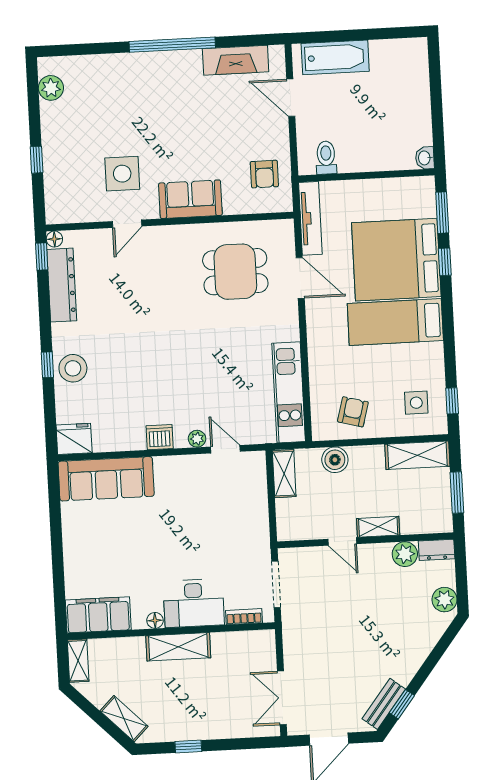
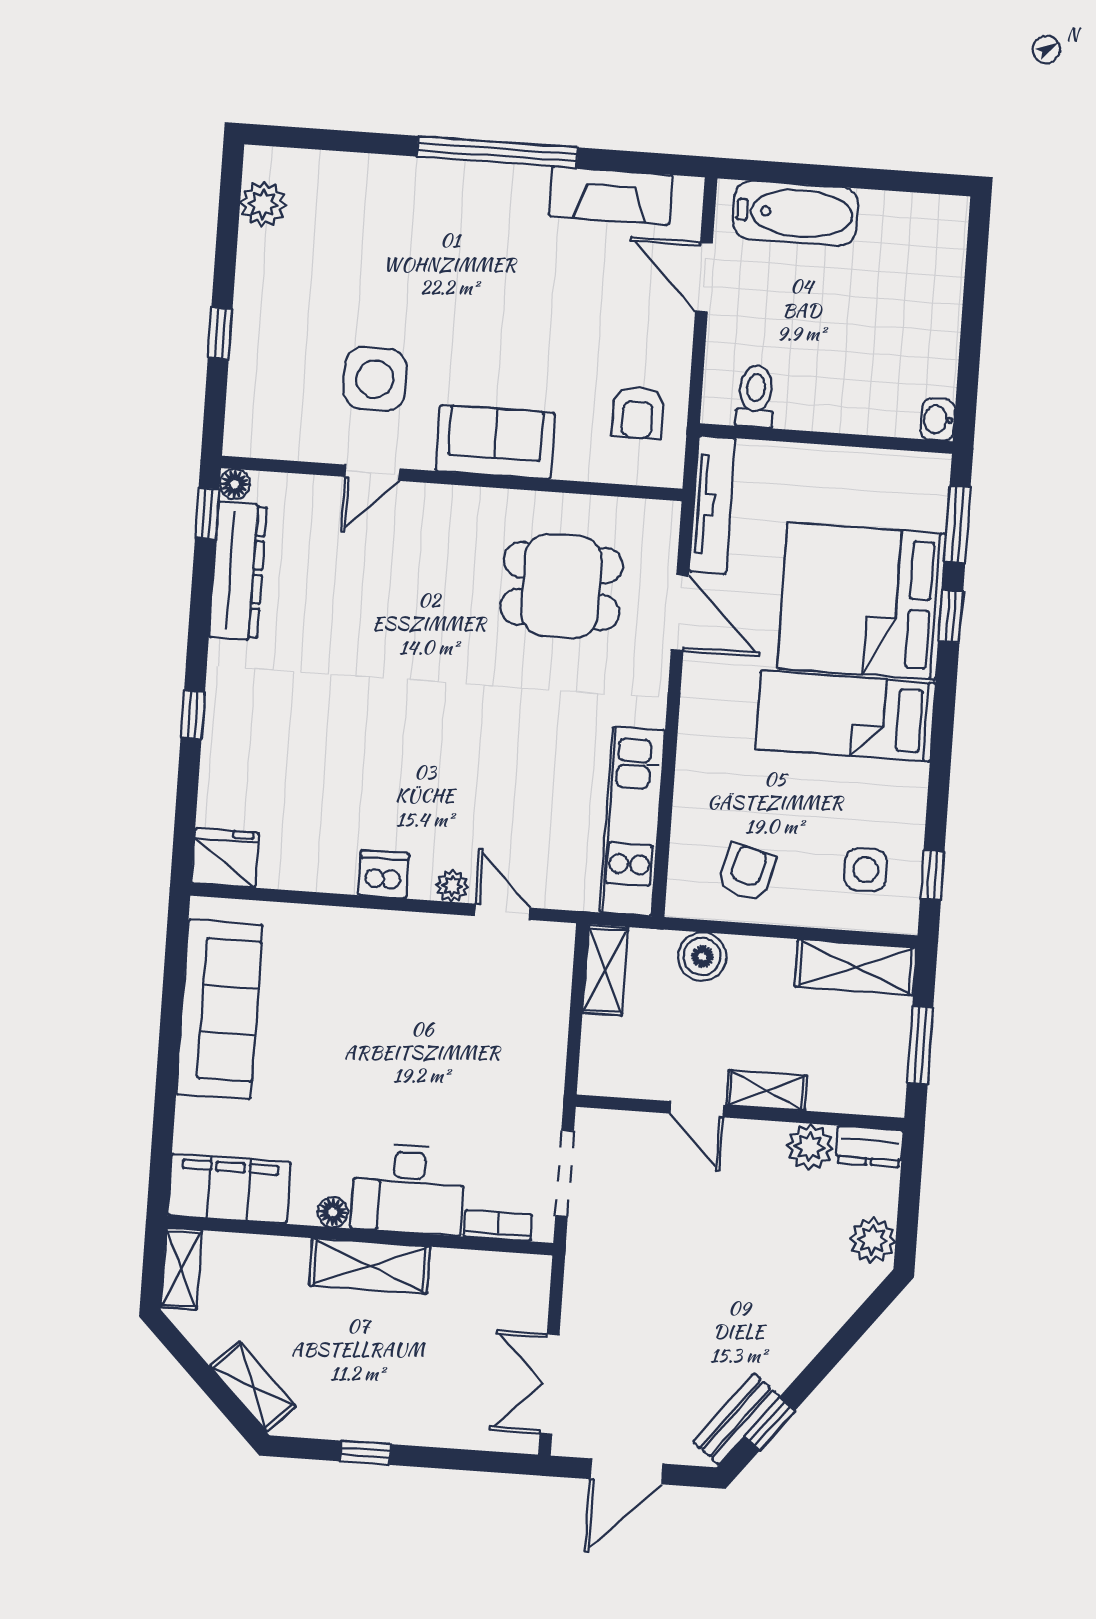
stool: (73, 368) -> (239, 727), removed
sofa: (106, 479) -> (219, 1009), moved, turned -90

